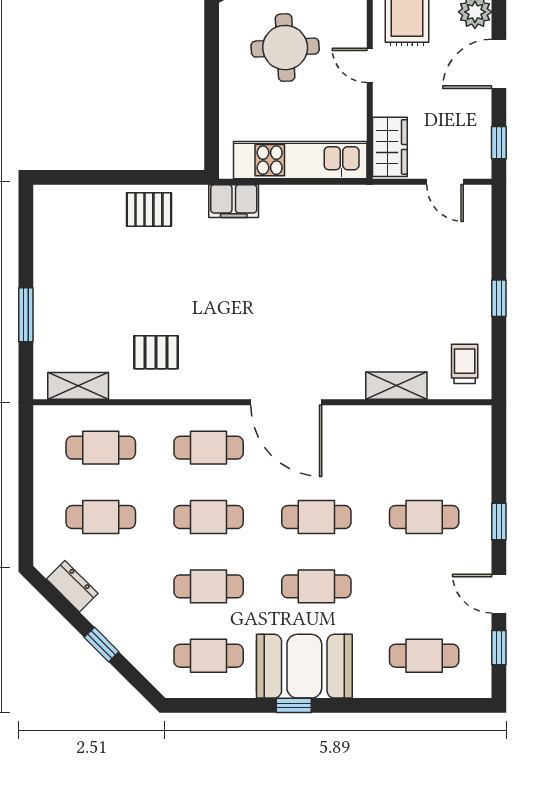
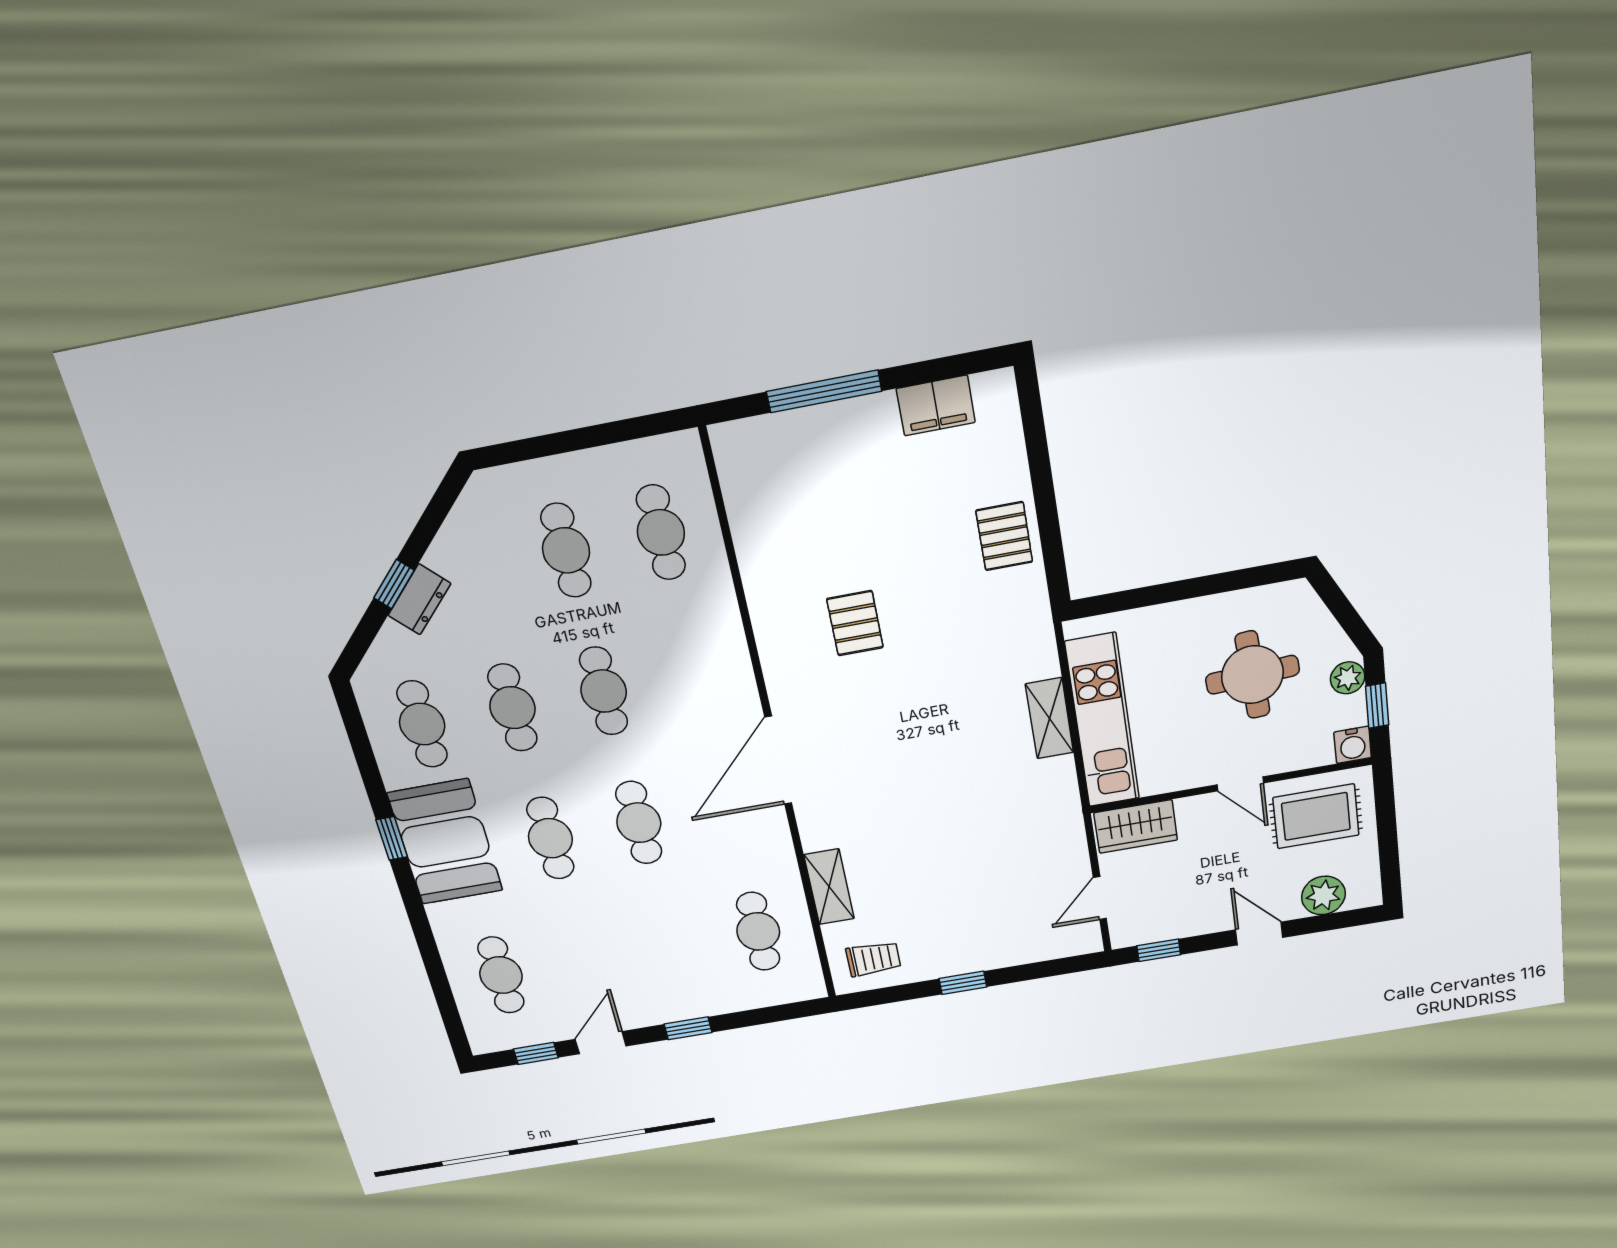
door: (499, 64) -> (1259, 934), width x0.73
door: (370, 65) -> (1240, 784), swing flipped
filing cabinet: (234, 201) -> (936, 406), moved, turned -90
window: (26, 315) -> (824, 391), width x1.44
pallet: (156, 352) -> (855, 623), moved
shelving: (78, 386) -> (1050, 718), moved
cafe table: (209, 448) -> (696, 674), removed
cafe table: (424, 517) -> (758, 931), moved
dresser: (72, 586) -> (419, 599), moved

